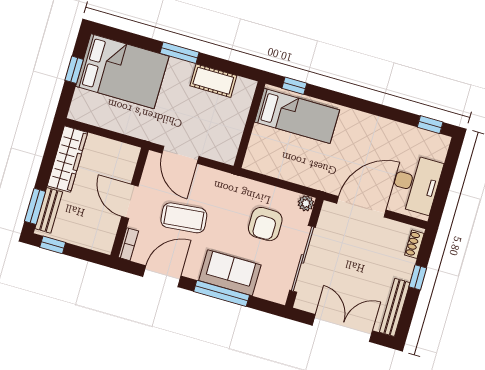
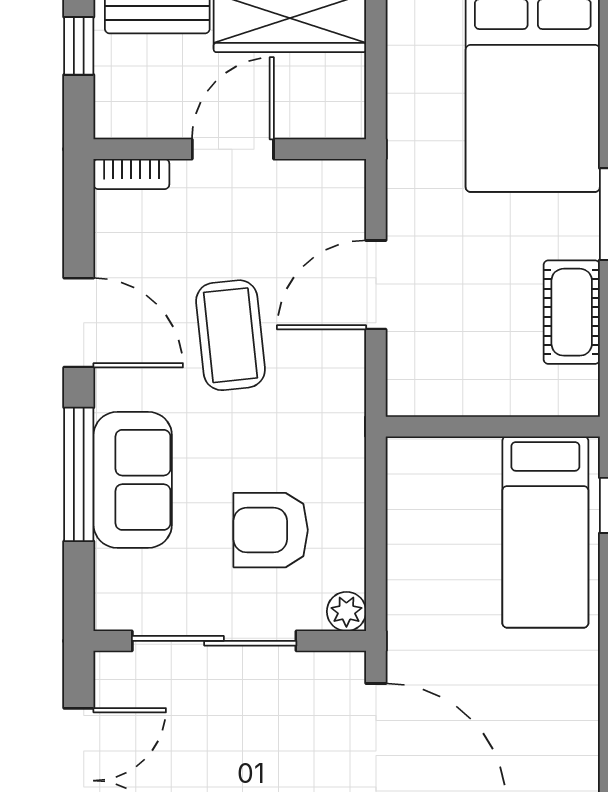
door: (130, 201) -> (233, 149), moved
wall: (130, 203) -> (230, 149), moved
bookcase: (128, 244) -> (131, 174), moved

